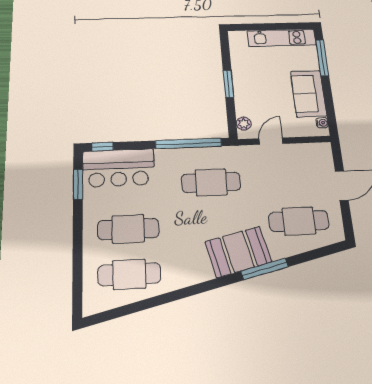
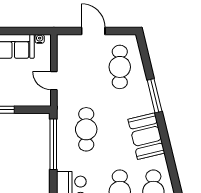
plant: (244, 124) -> (38, 100), removed
booth: (238, 252) -> (146, 136), moved

